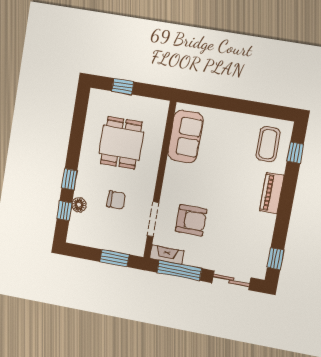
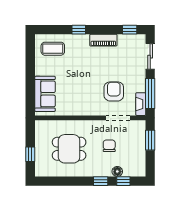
sofa: (185, 136) -> (45, 94), moved, turned 90
window: (295, 153) -> (79, 30), moved
piano: (272, 193) -> (103, 40), moved

